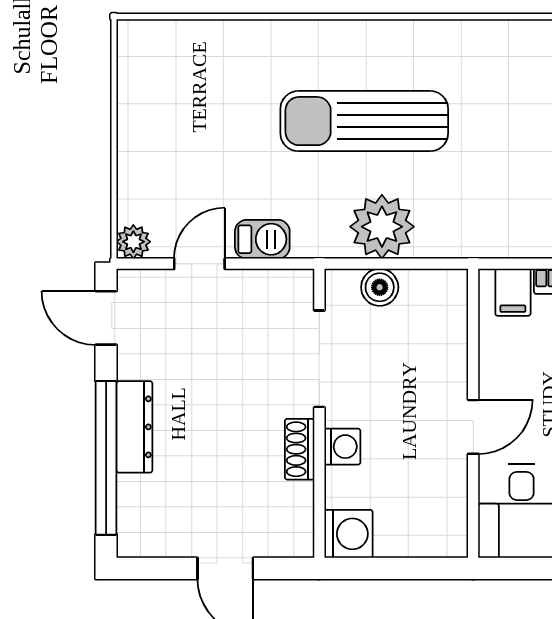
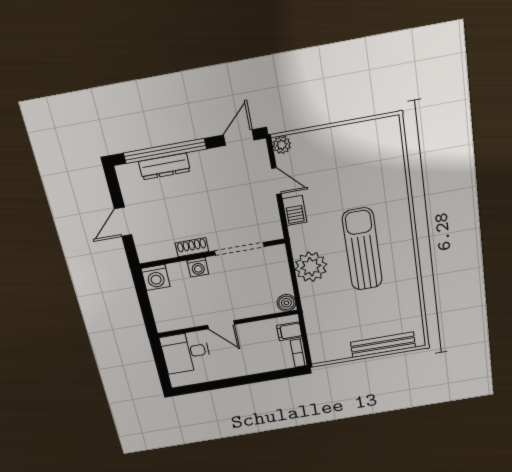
boiler: (380, 287) -> (286, 303), moved
dresser: (134, 427) -> (165, 166), moved

